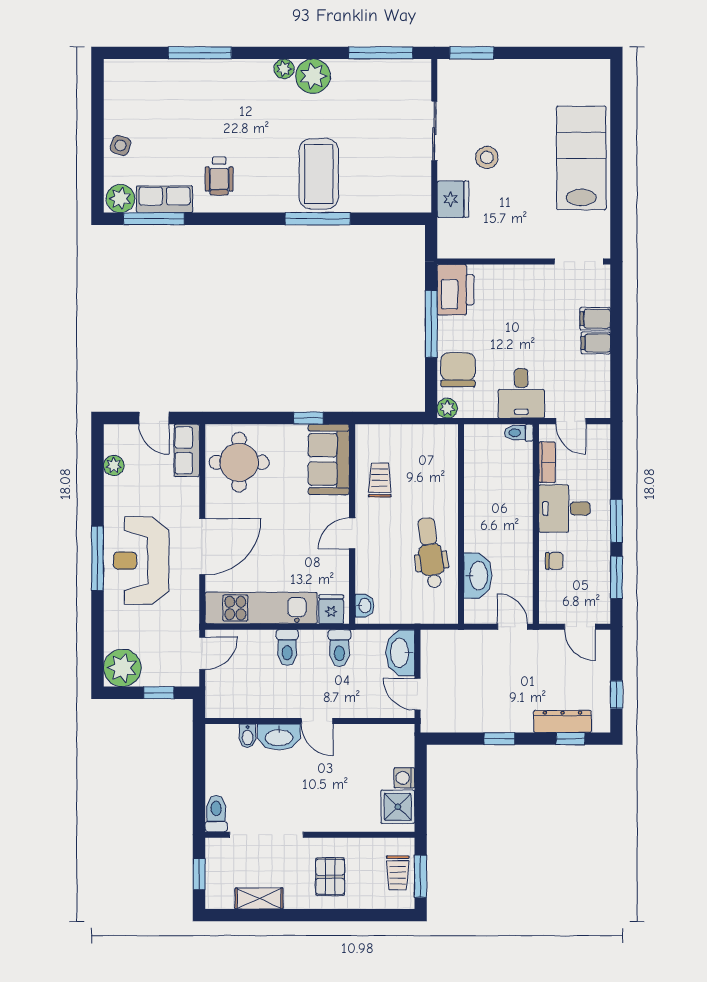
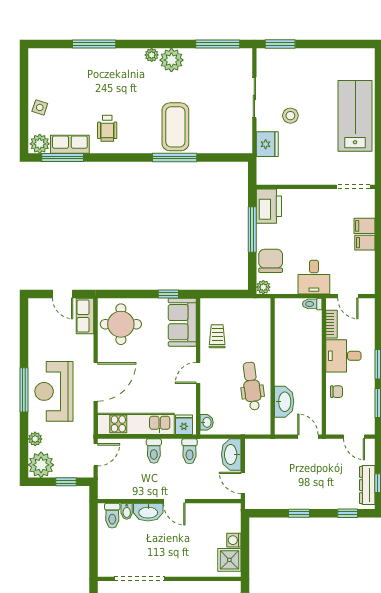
plant: (114, 466) -> (35, 439), moved
dresser: (562, 721) -> (367, 485), moved, turned -90
toilet: (216, 813) -> (112, 516), moved, turned 180

